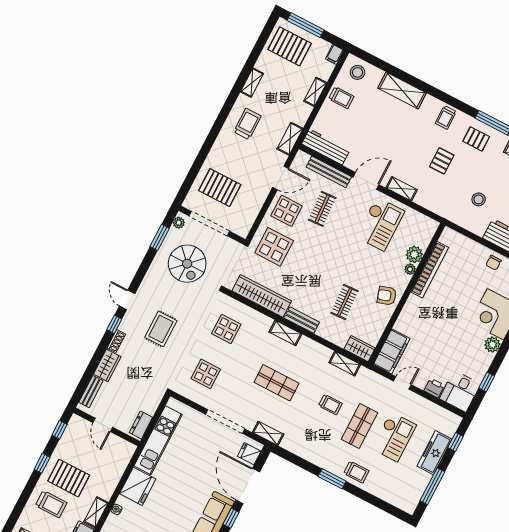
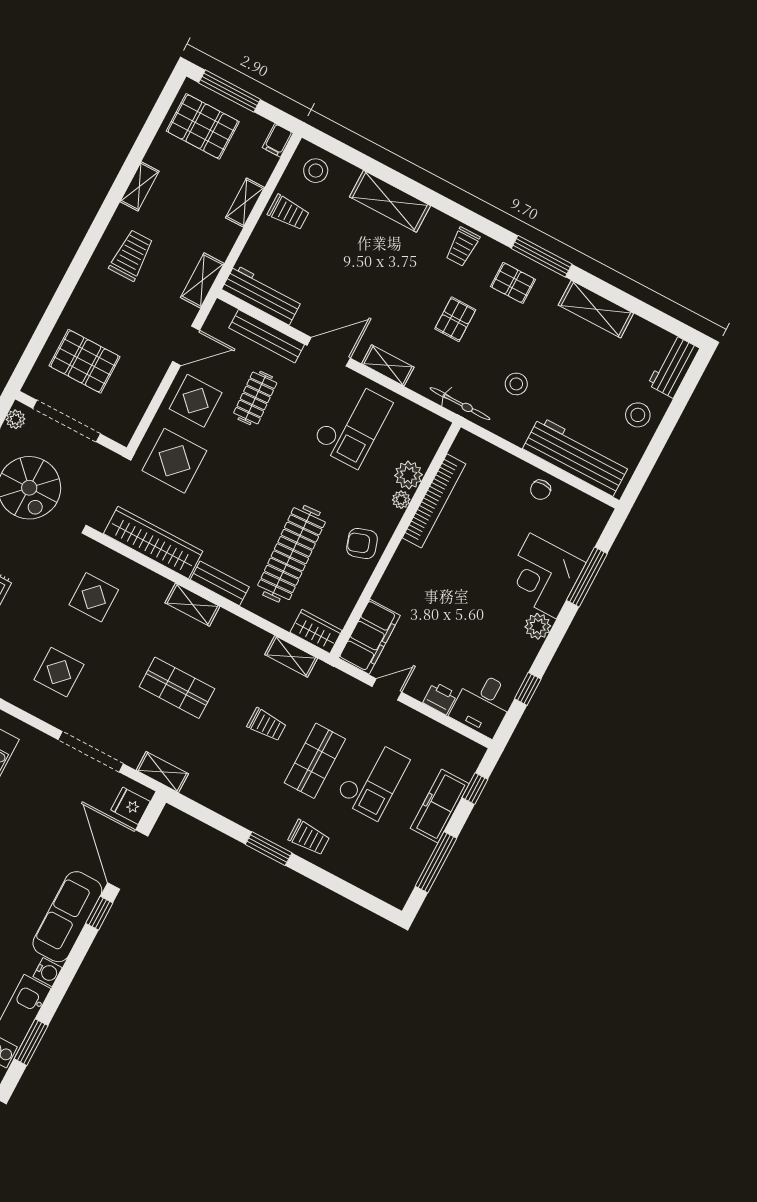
bicycle: (445, 211) -> (460, 404), added
clothes rail: (345, 302) -> (292, 554), width x1.86, depth x1.31

